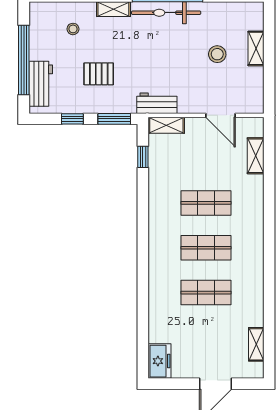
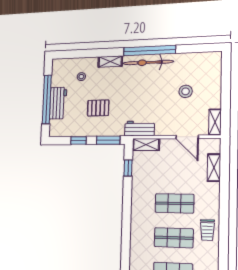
shelving: (256, 48) -> (215, 122), moved
workbench: (41, 84) -> (58, 103), moved
trolley: (249, 236) -> (207, 230), added

